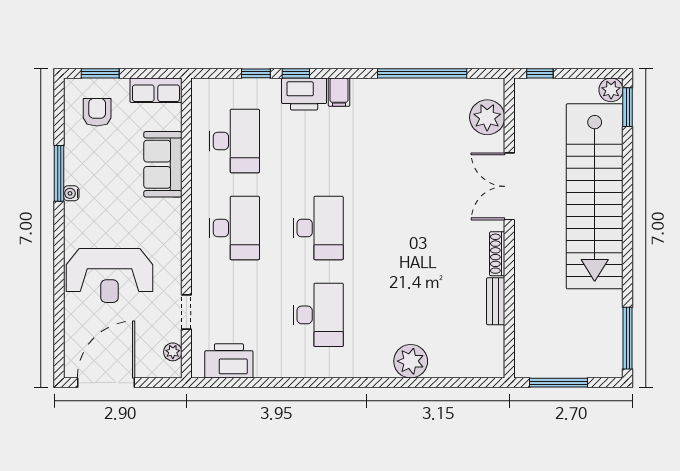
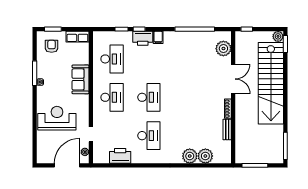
sofa: (163, 164) -> (80, 79), moved
double door: (509, 186) -> (233, 79), swing flipped
reception desk: (109, 275) -> (57, 118), turned 180
printer: (229, 361) -> (120, 156), moved
plant: (446, 361) -> (205, 156), added
door: (106, 383) -> (67, 165), moved

